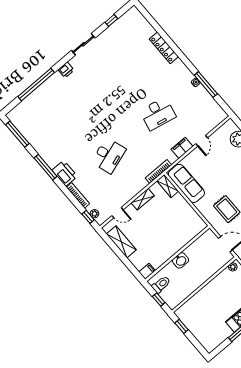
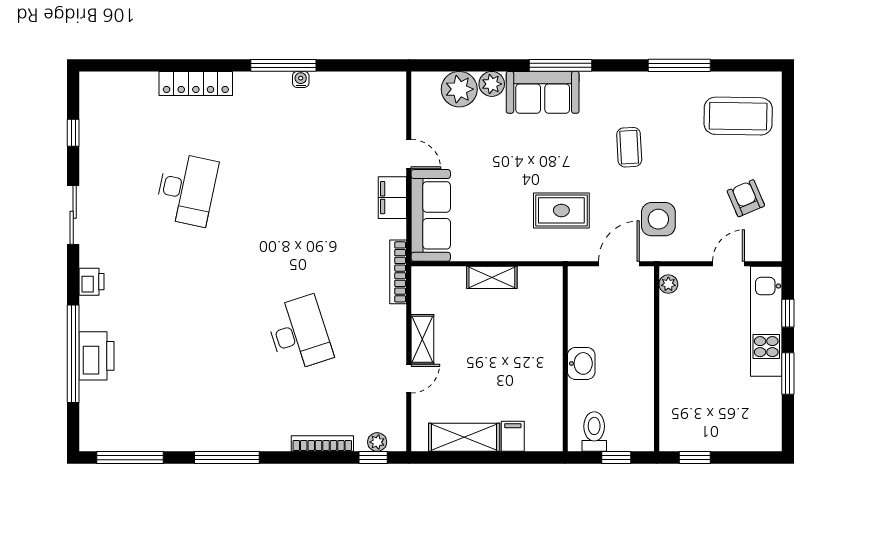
window: (206, 84) -> (283, 65), moved
desk: (158, 114) -> (186, 189), moved
printer: (65, 173) -> (96, 356), moved, turned 90
sofa: (186, 183) -> (431, 215), moved, turned 90
shelving: (168, 186) -> (492, 277), moved
door: (117, 213) -> (409, 379), moved
filing cabinet: (147, 271) -> (513, 436), moved

